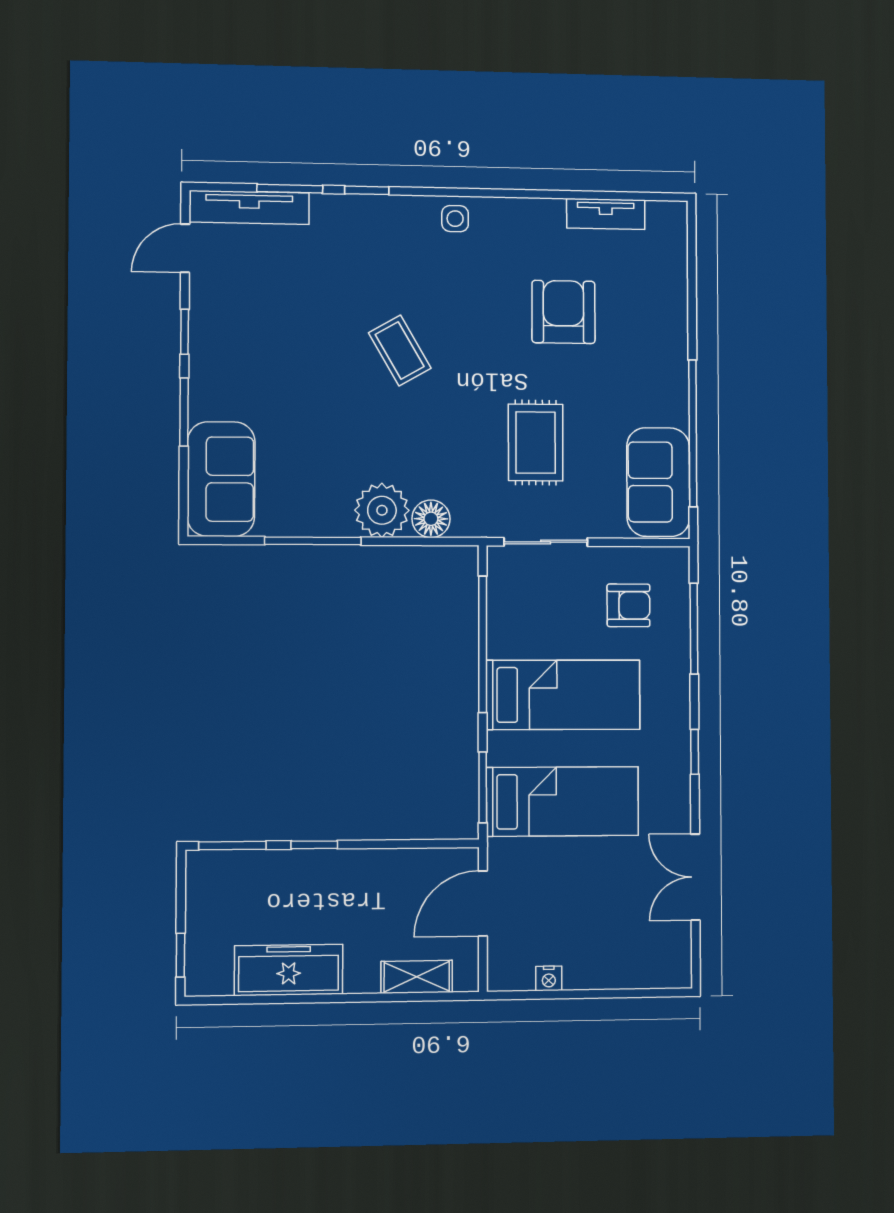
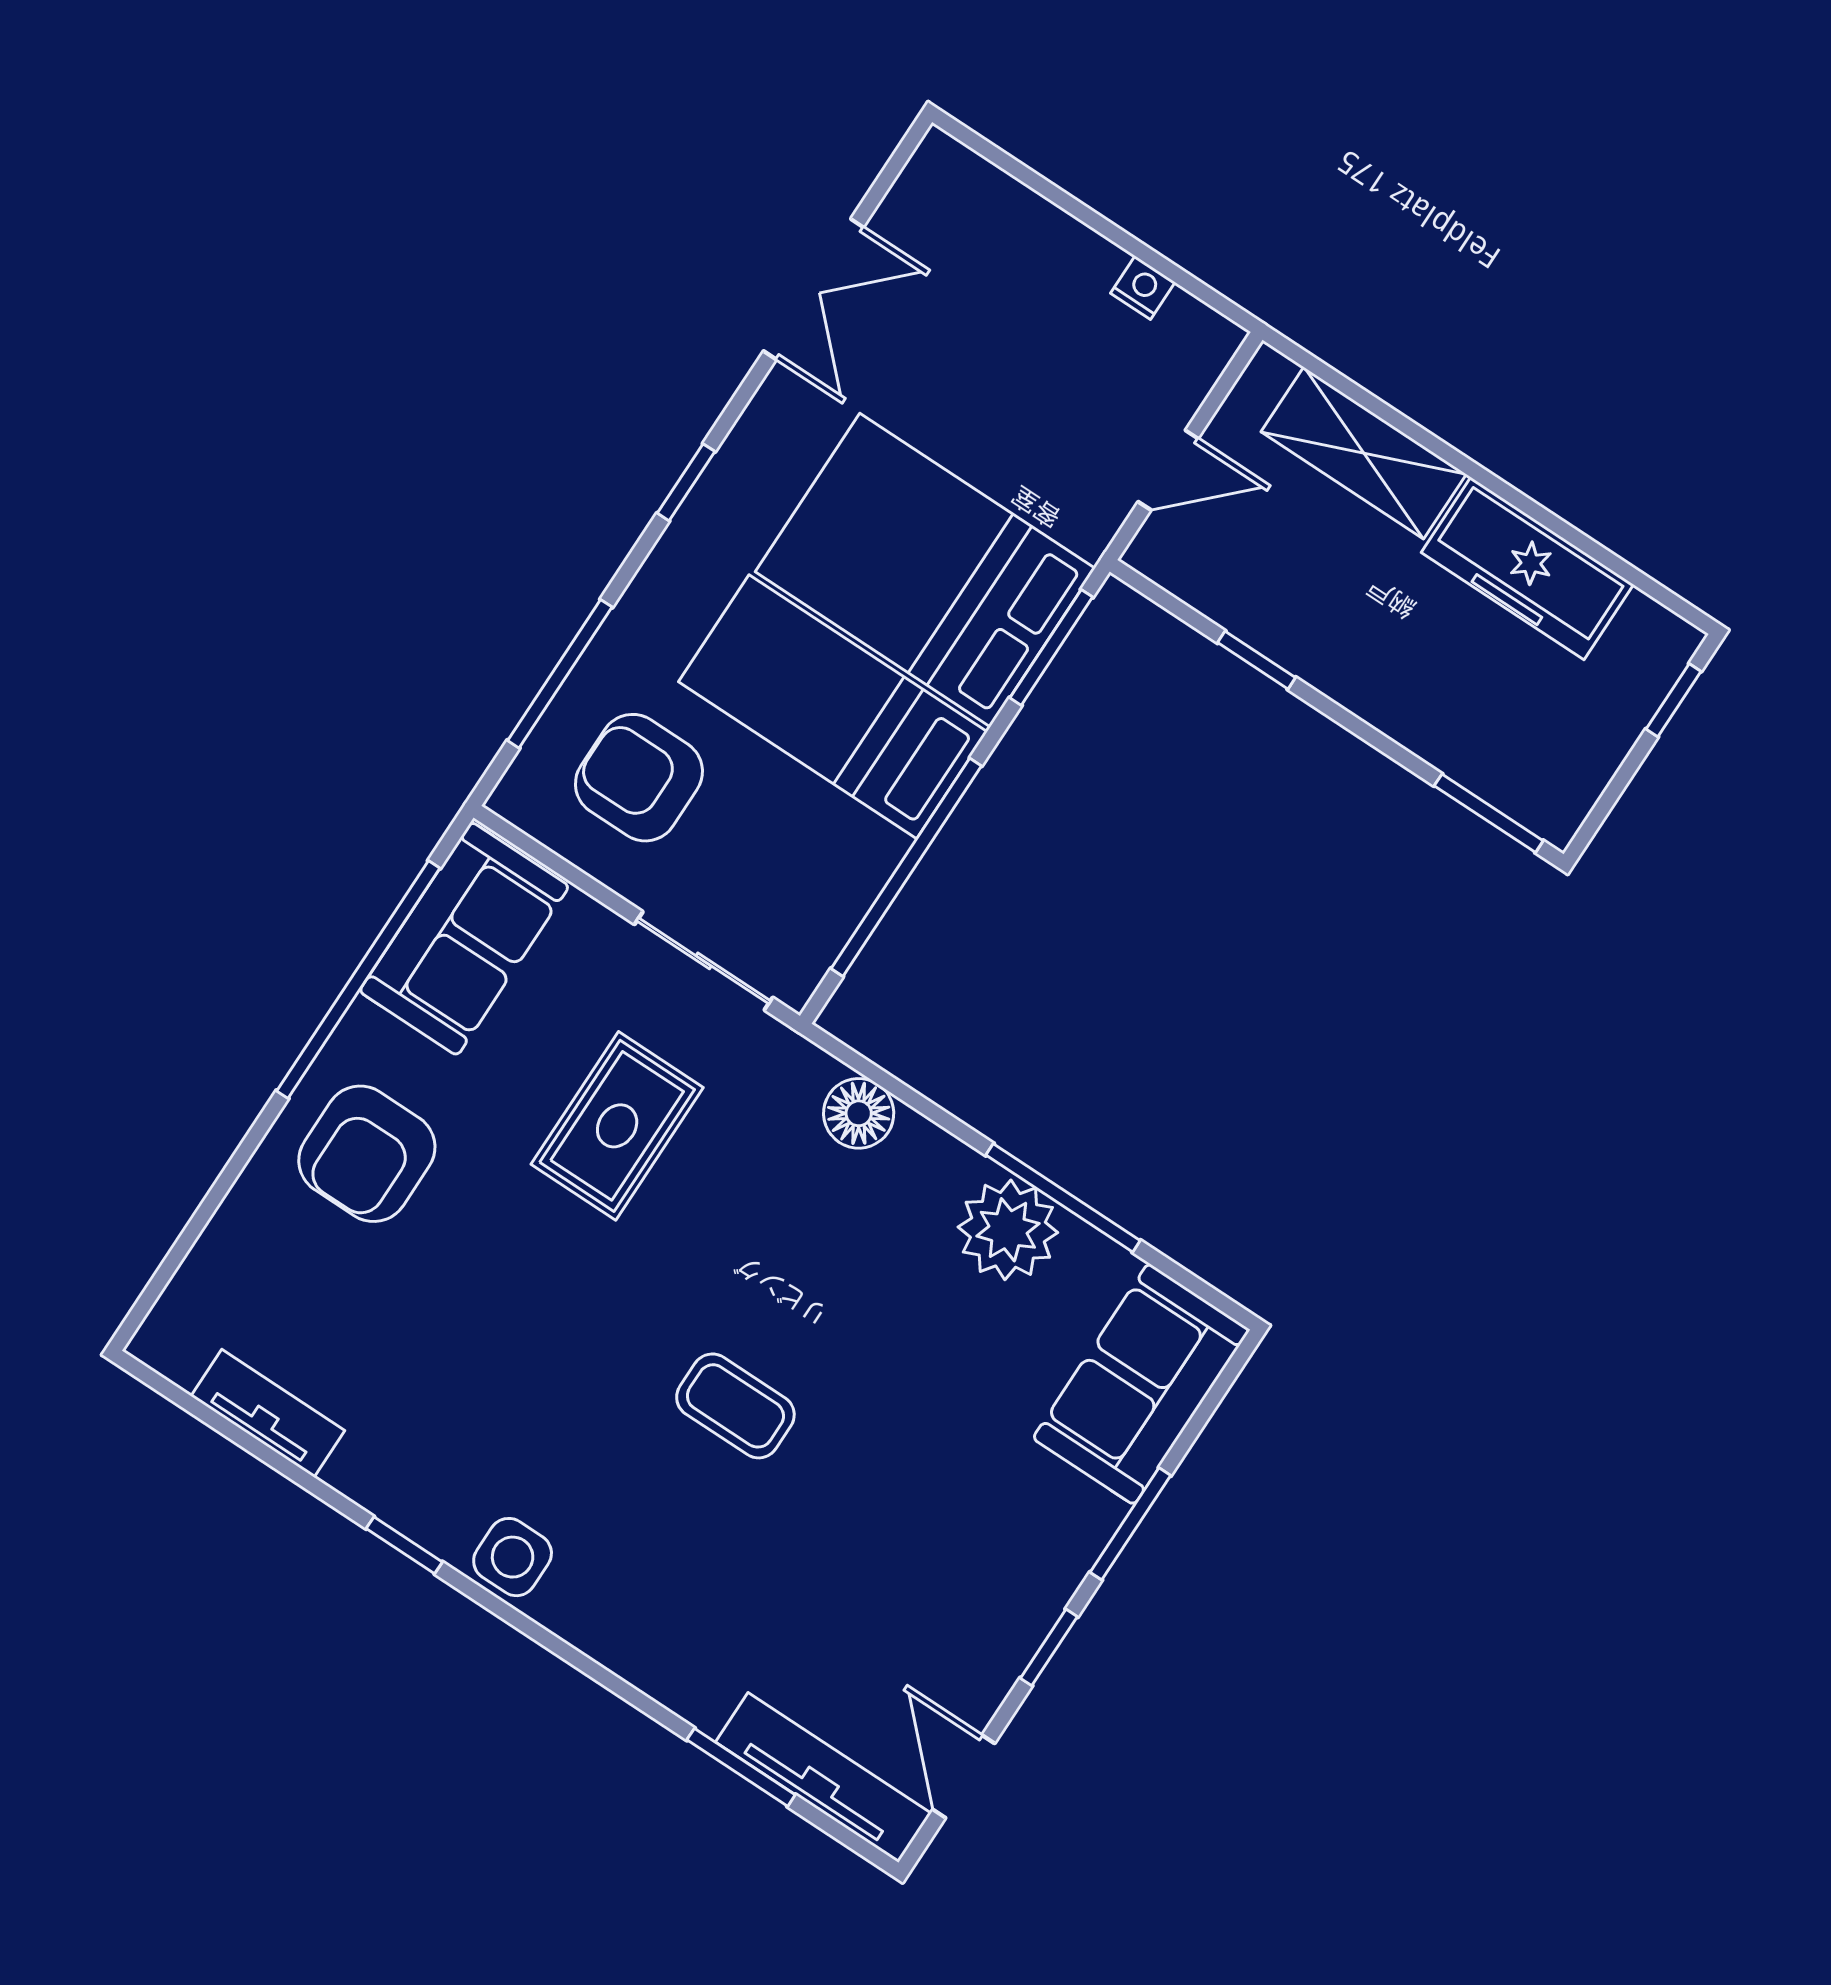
window: (367, 190) -> (404, 1545), moved
side table: (455, 219) -> (513, 1557), width x1.37, depth x1.37
door: (185, 248) -> (964, 1776), swing flipped
armchair: (563, 312) -> (367, 1154), moved
coffee table: (400, 351) -> (735, 1406), turned -60
plant: (382, 510) -> (1008, 1230), moved
armchair: (628, 605) -> (639, 778), width x1.38, depth x1.38
bed: (563, 801) -> (925, 570), width x1.50
window: (314, 845) -> (1257, 660), moved
door: (483, 904) -> (1168, 470), width x0.73
shelving: (417, 977) -> (1364, 453), width x1.50, depth x1.33

